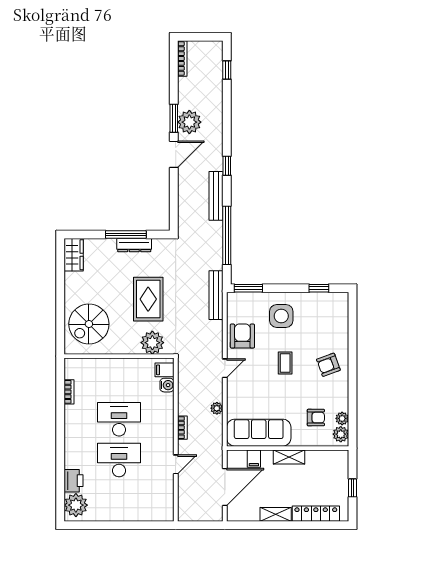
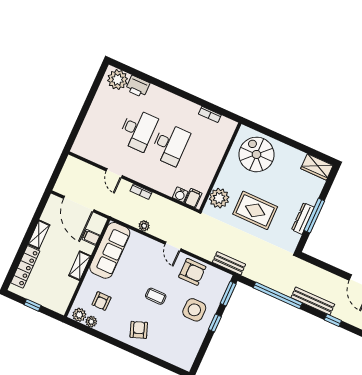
window: (319, 288) -> (215, 323), moved
bench: (216, 295) -> (229, 263), width x0.73

